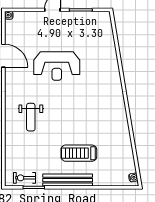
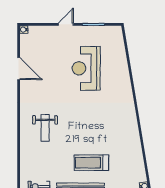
reception desk: (57, 66) -> (86, 68), moved, turned 90

